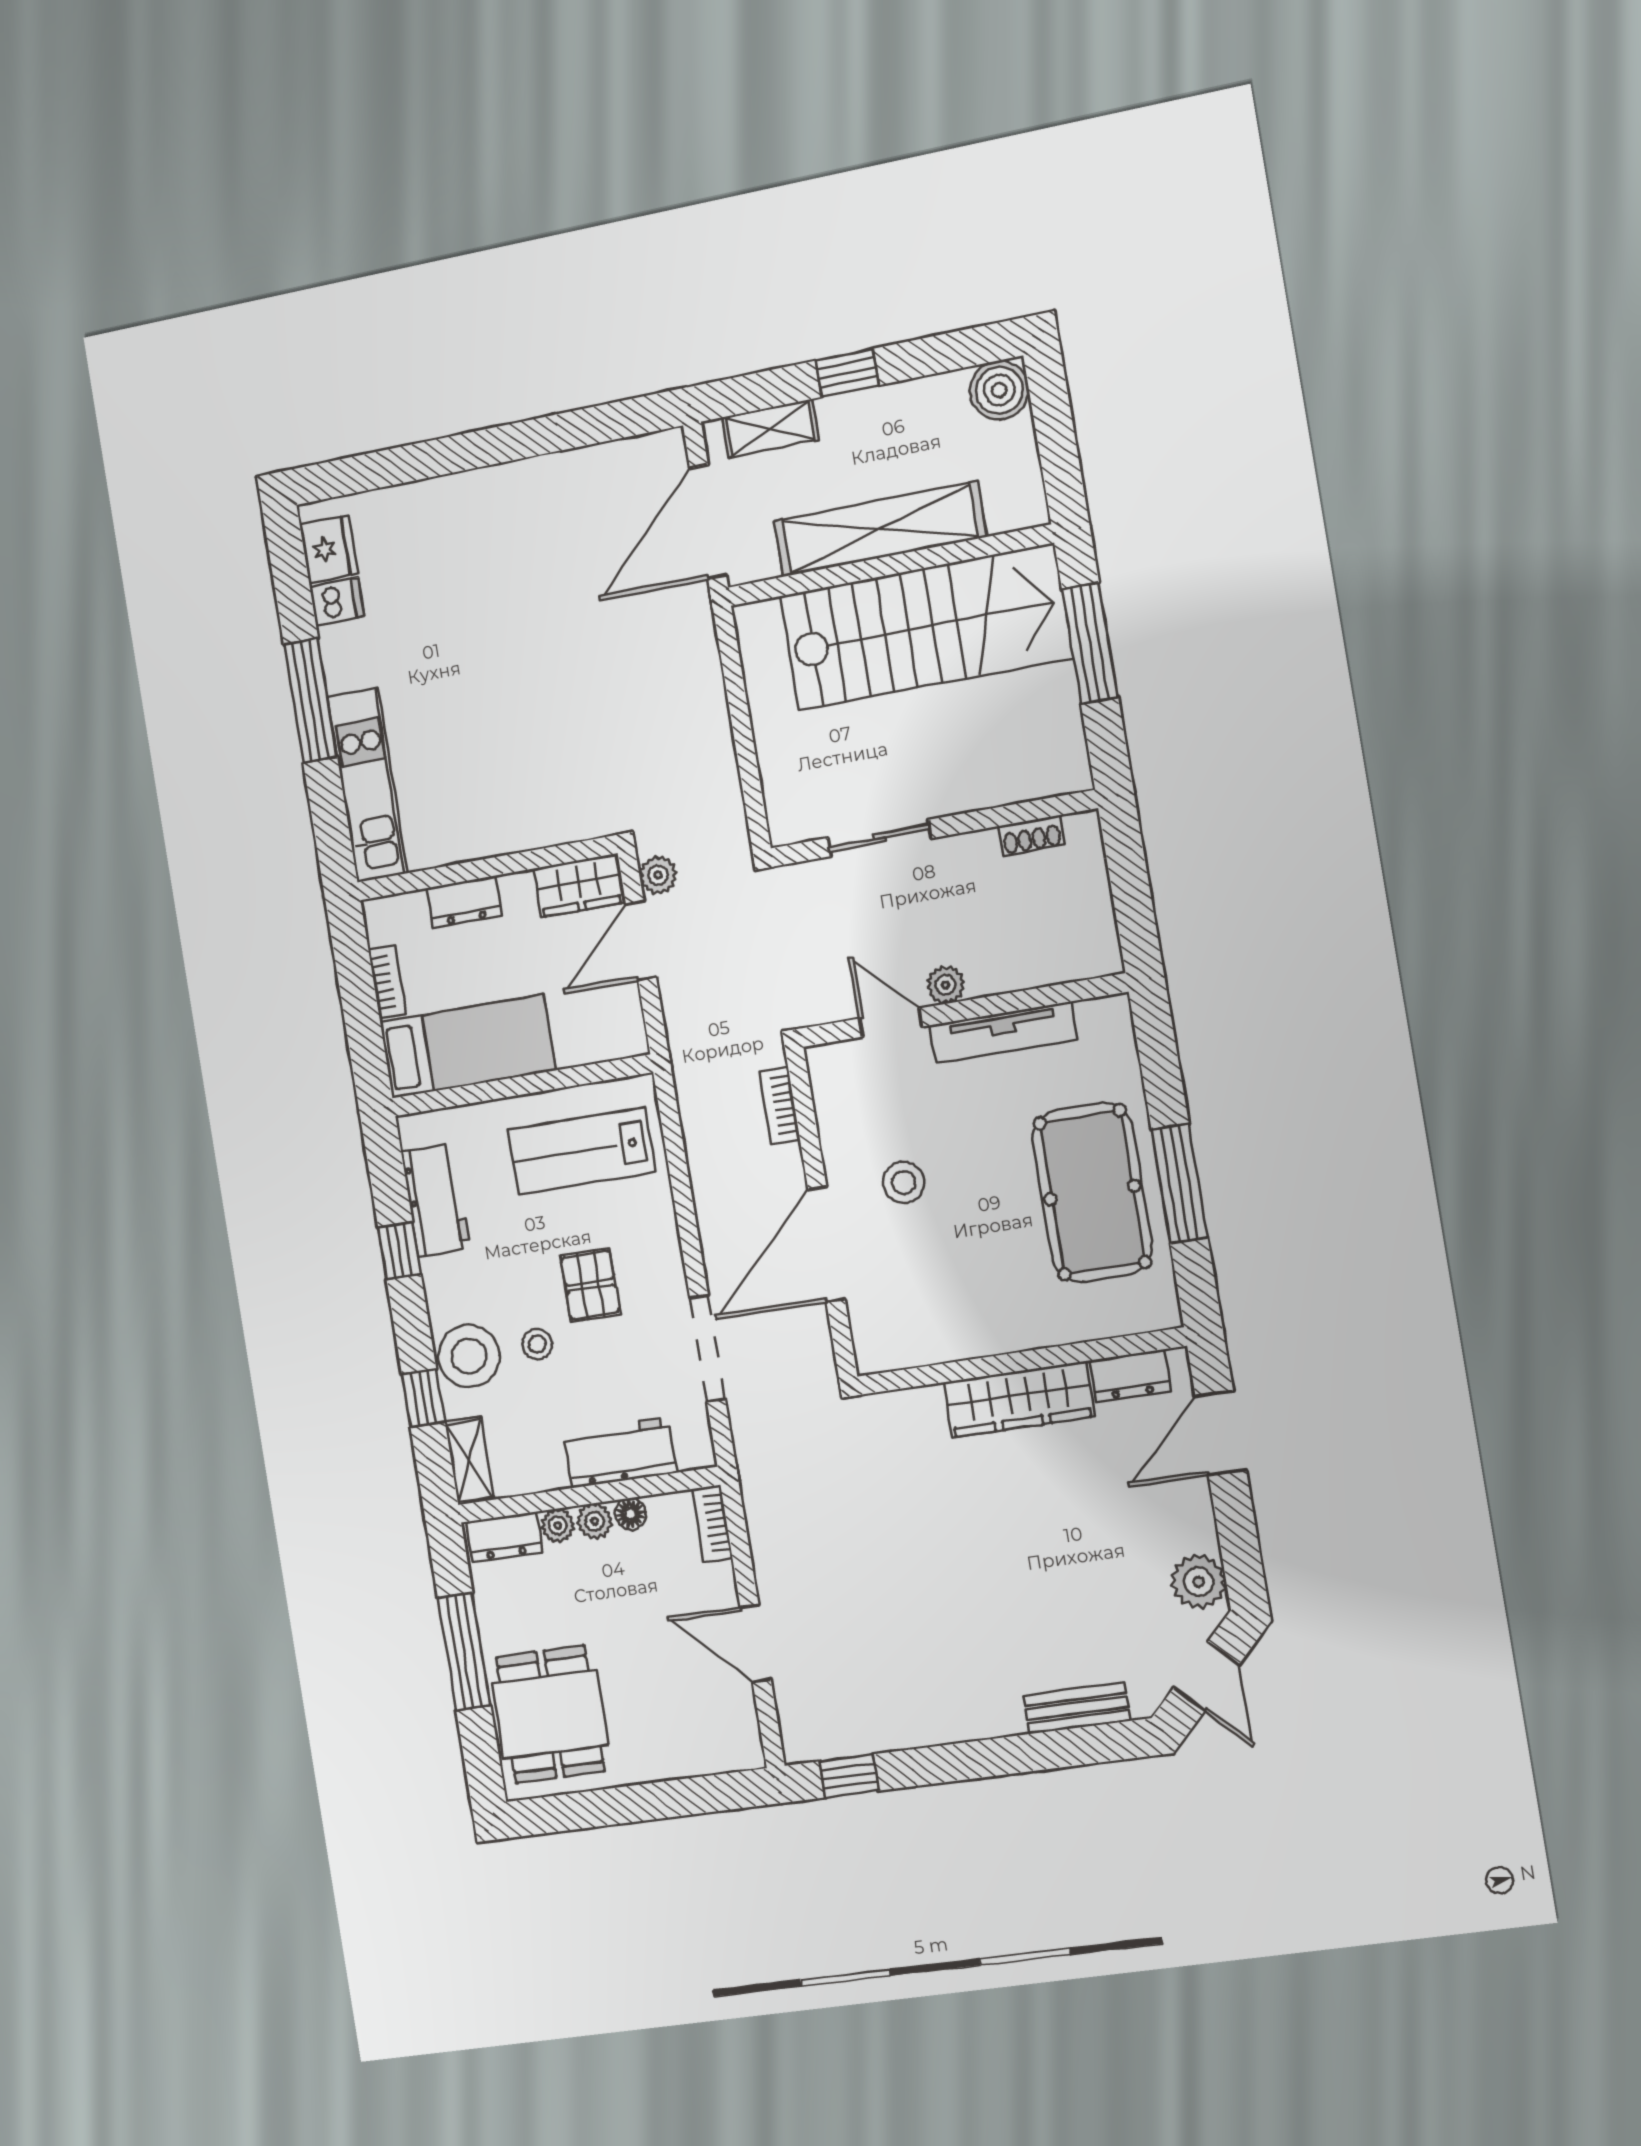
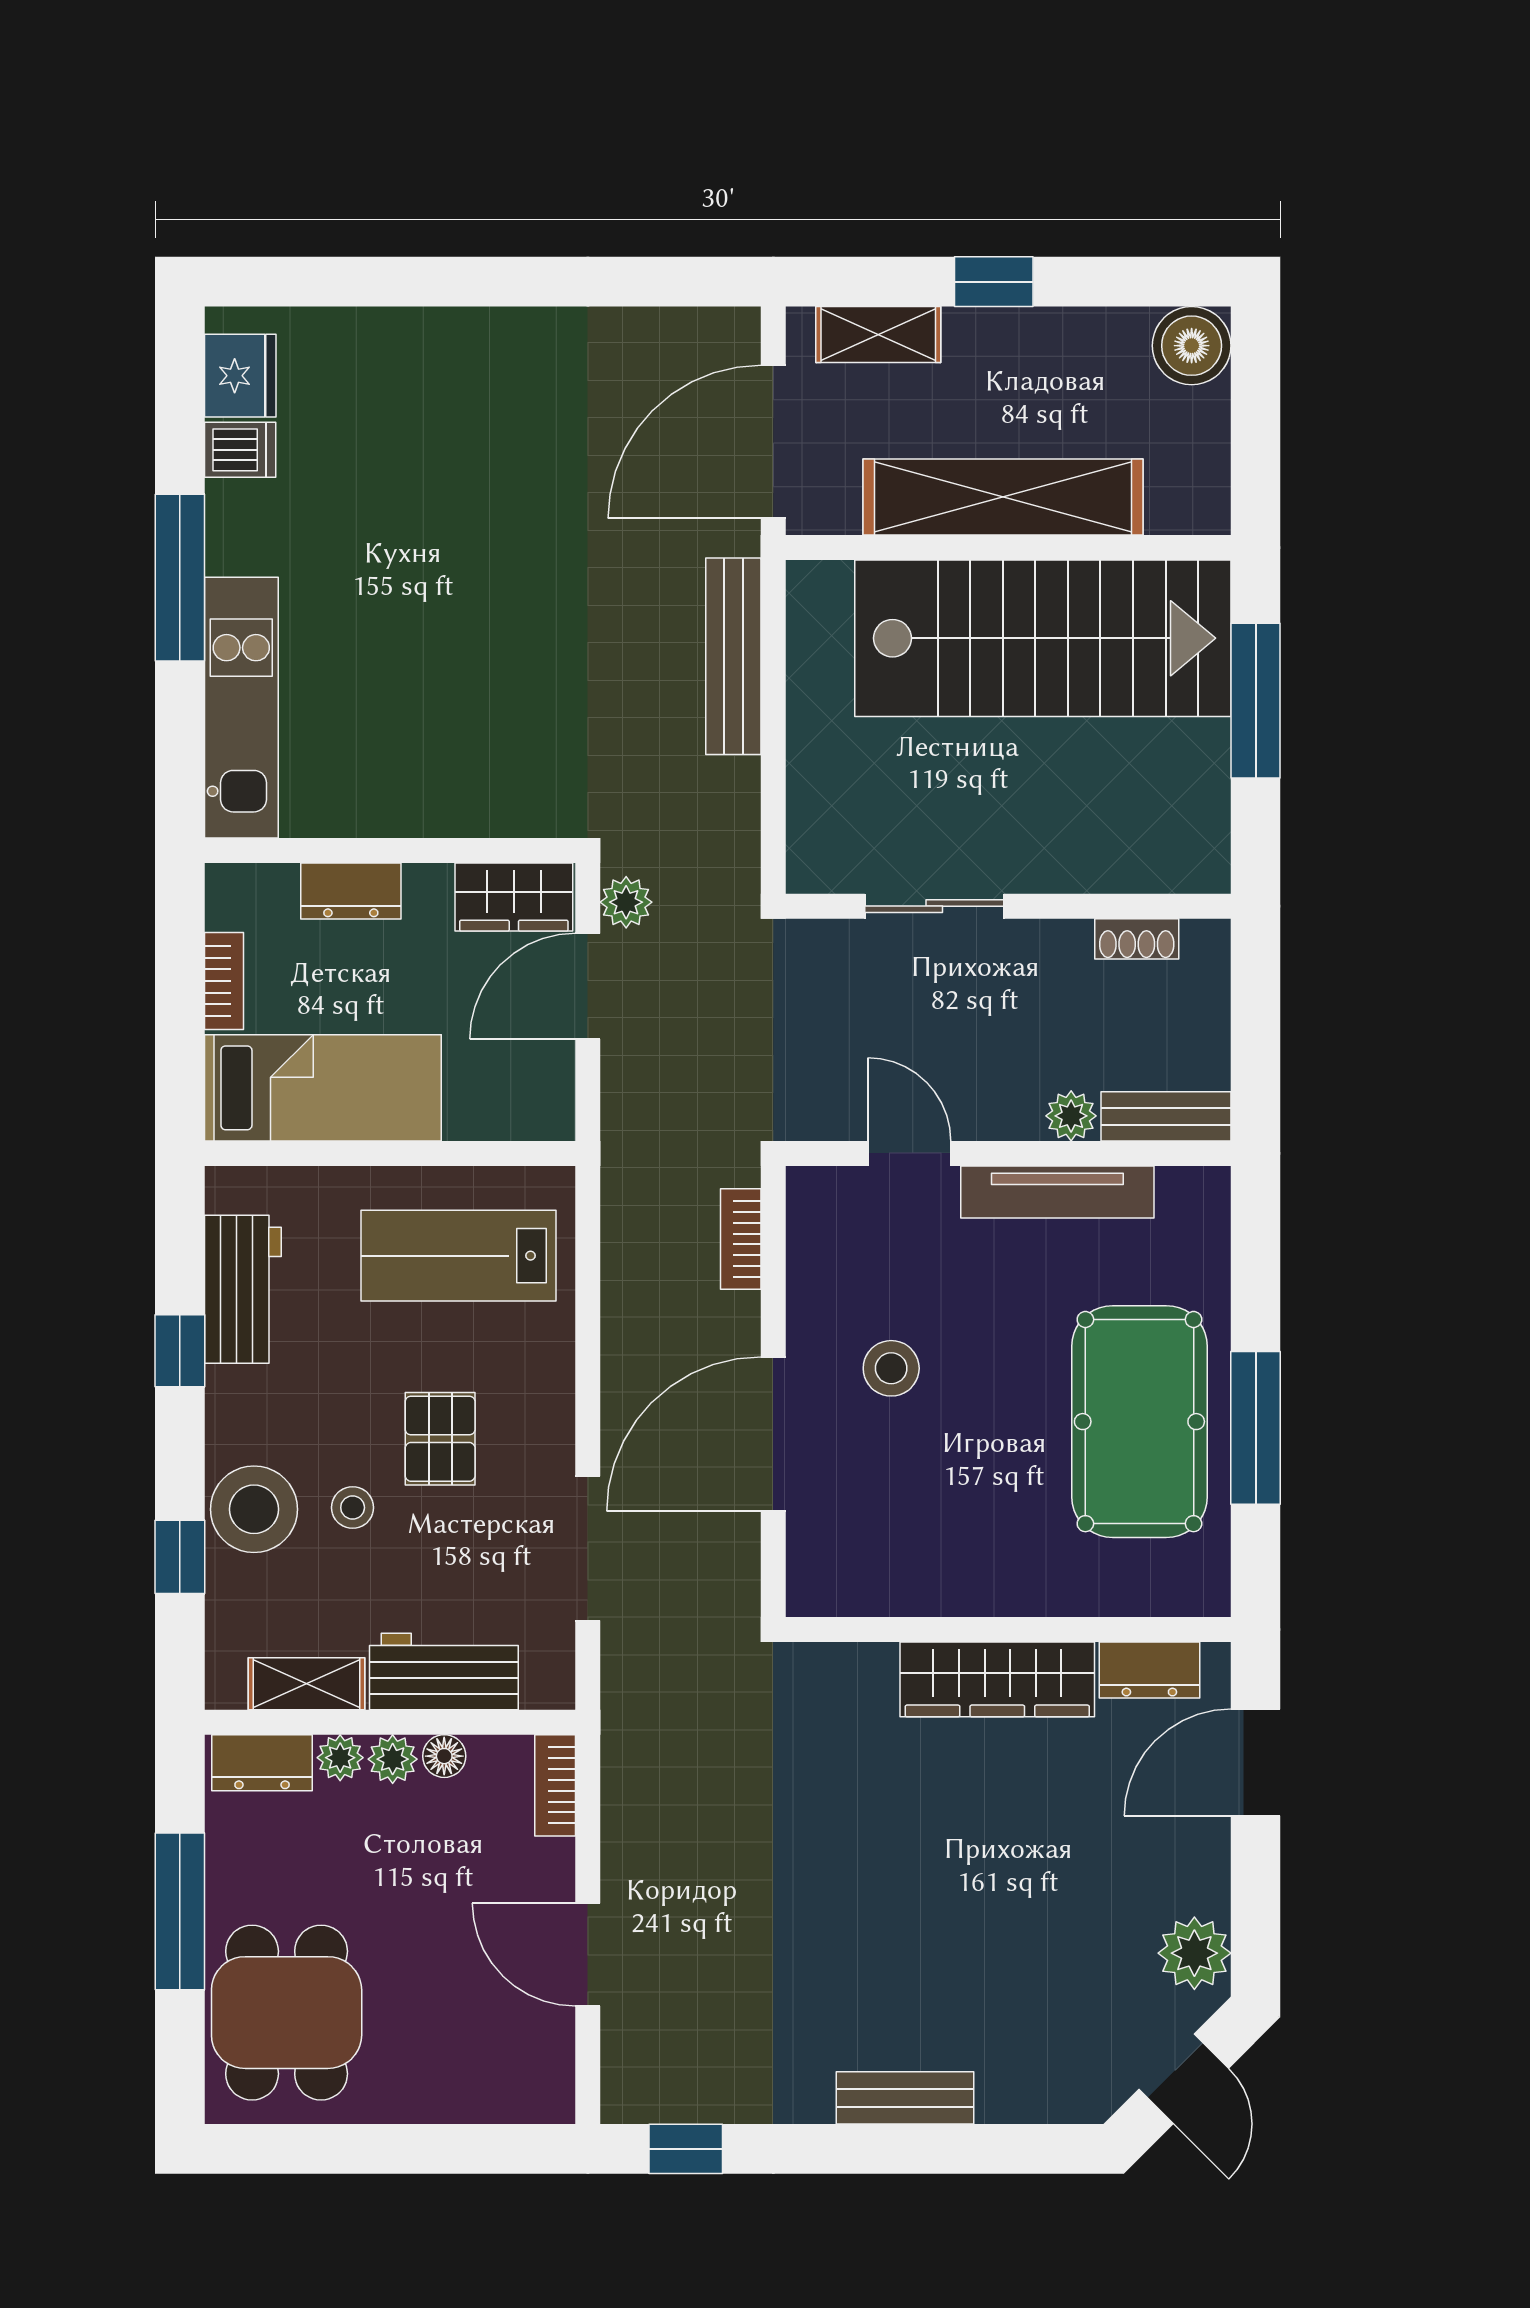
bench: (705, 683) -> (733, 656), added
bench: (1075, 963) -> (1166, 1116), added
plant: (946, 985) -> (1071, 1116), moved
shelving: (469, 1461) -> (307, 1684), moved, turned 90
bench: (1077, 1708) -> (905, 2098), moved

